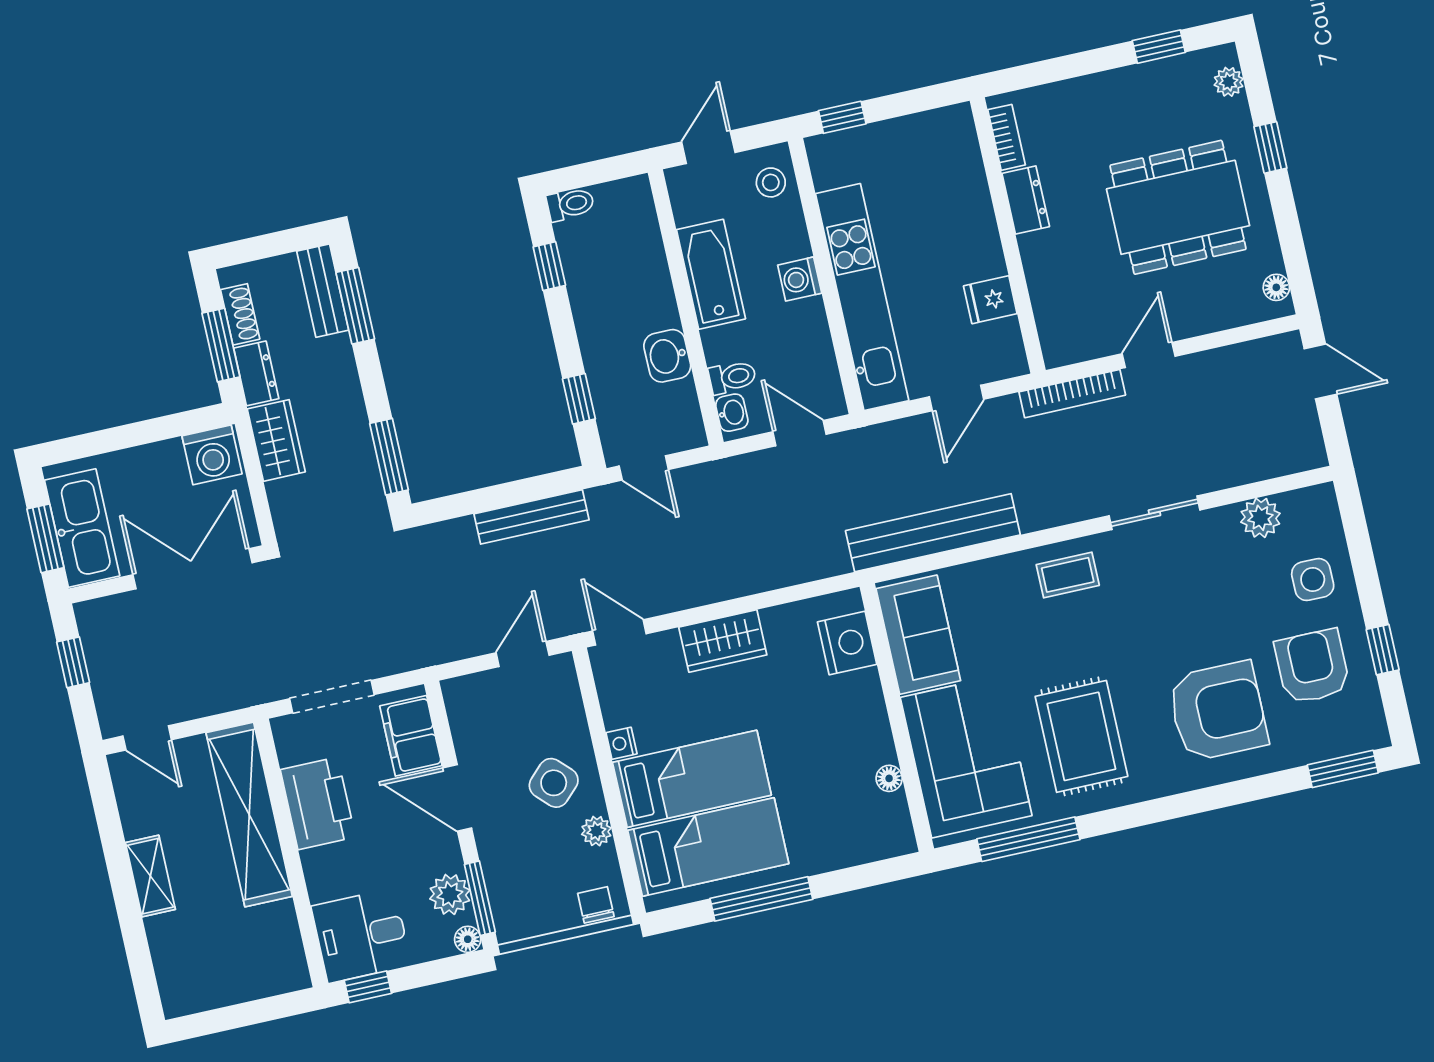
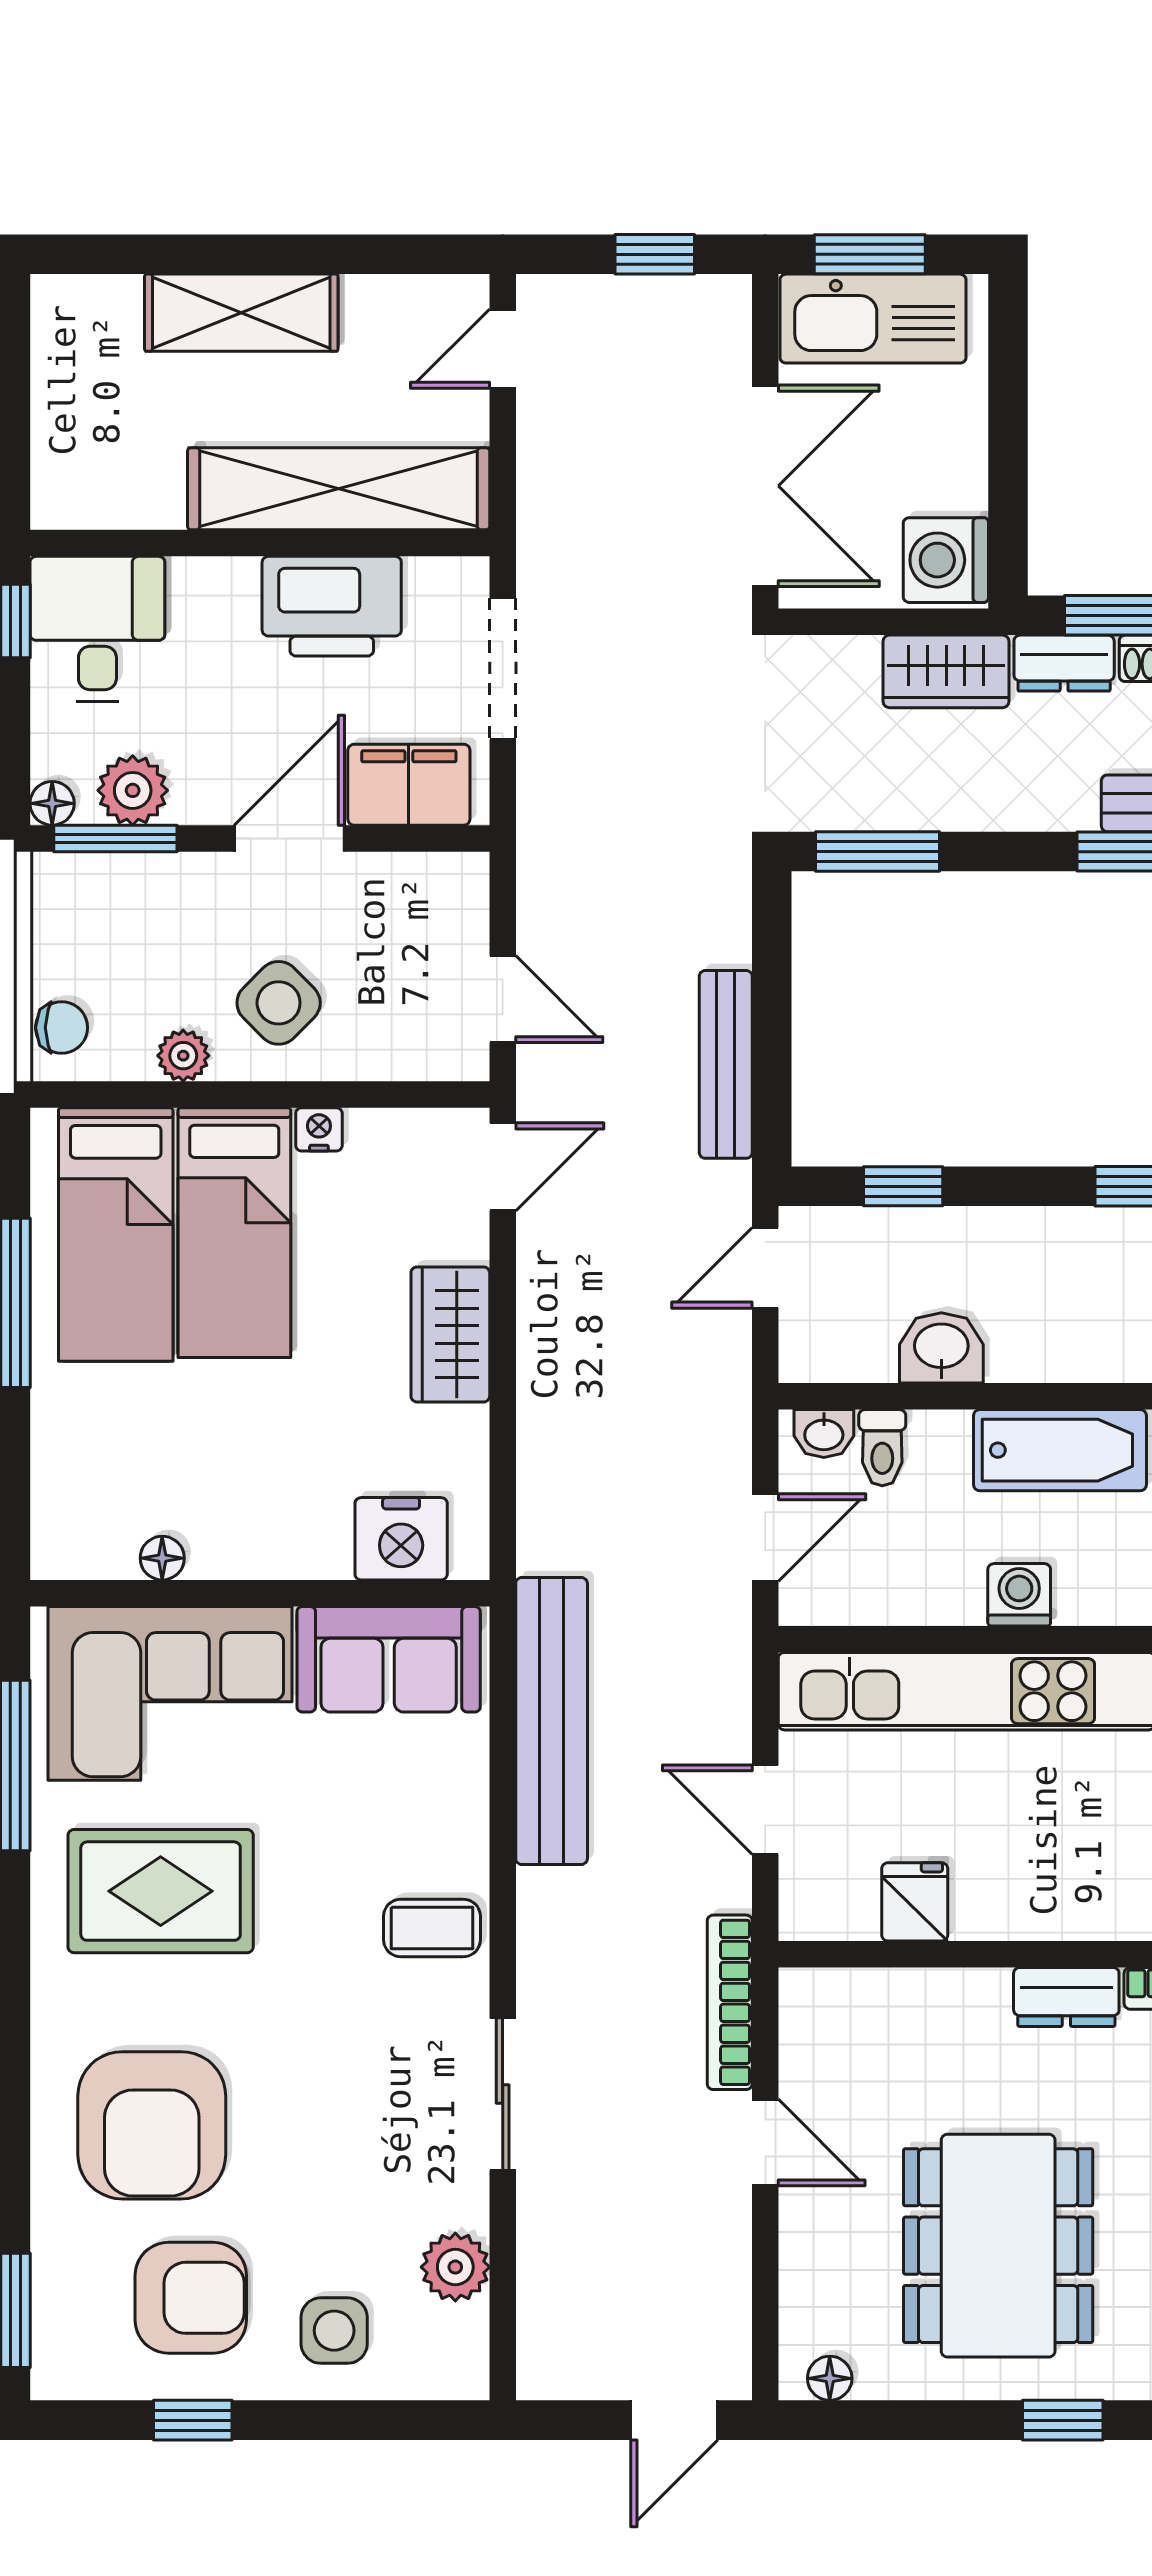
coffee table: (1068, 575) -> (432, 1928), turned 90
shelving: (150, 876) -> (241, 313), width x1.50, depth x1.33

